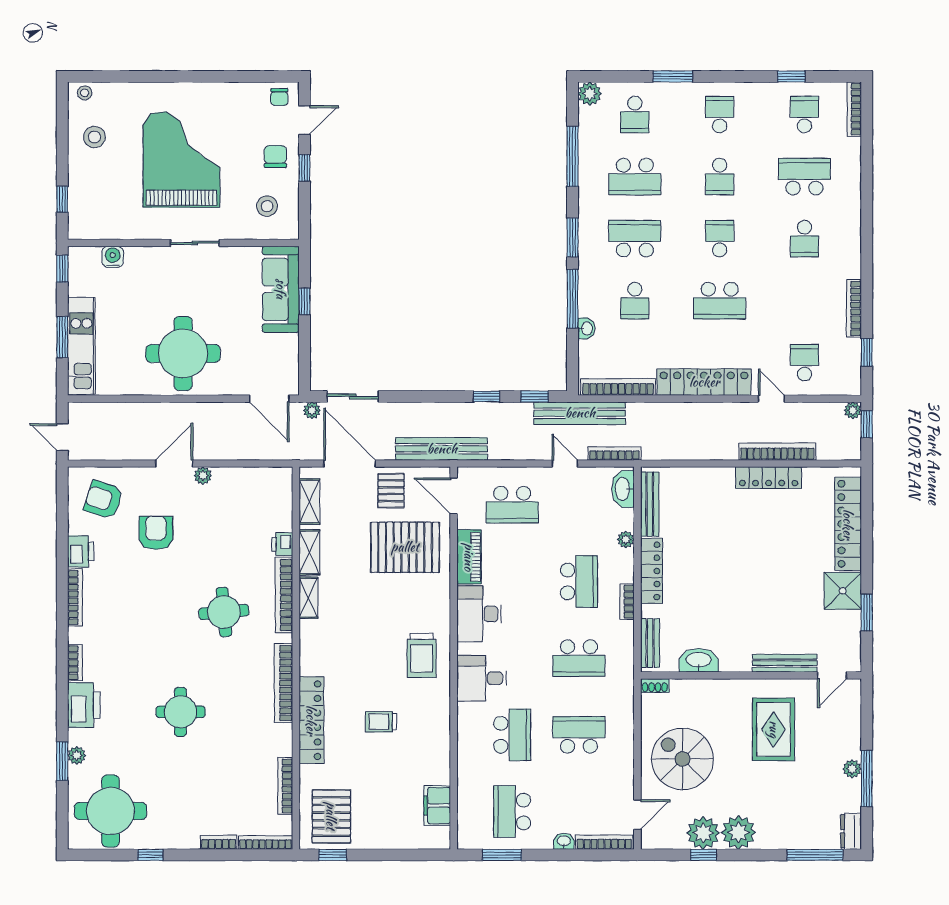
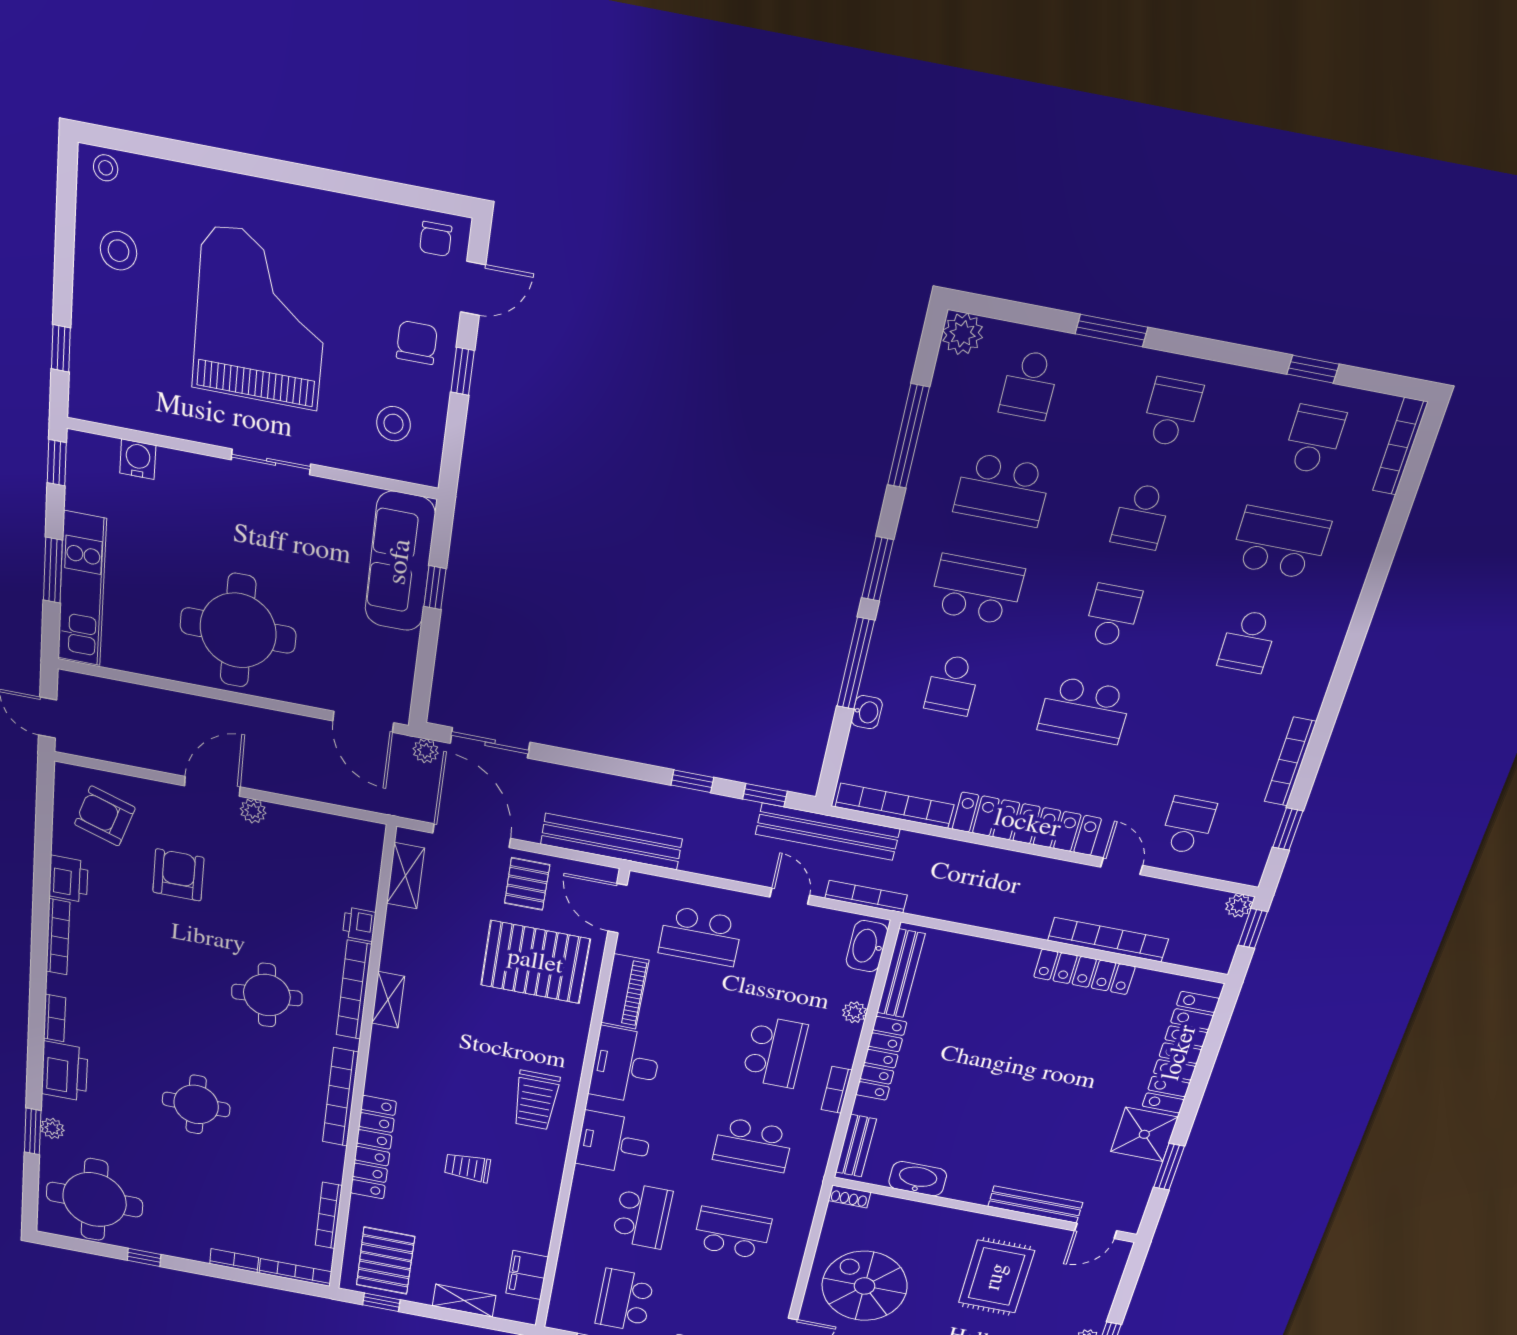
shelving: (309, 552) -> (464, 1301), moved, turned 90

